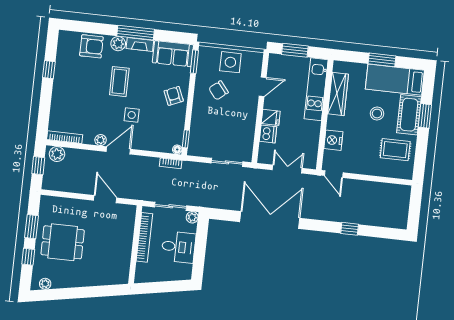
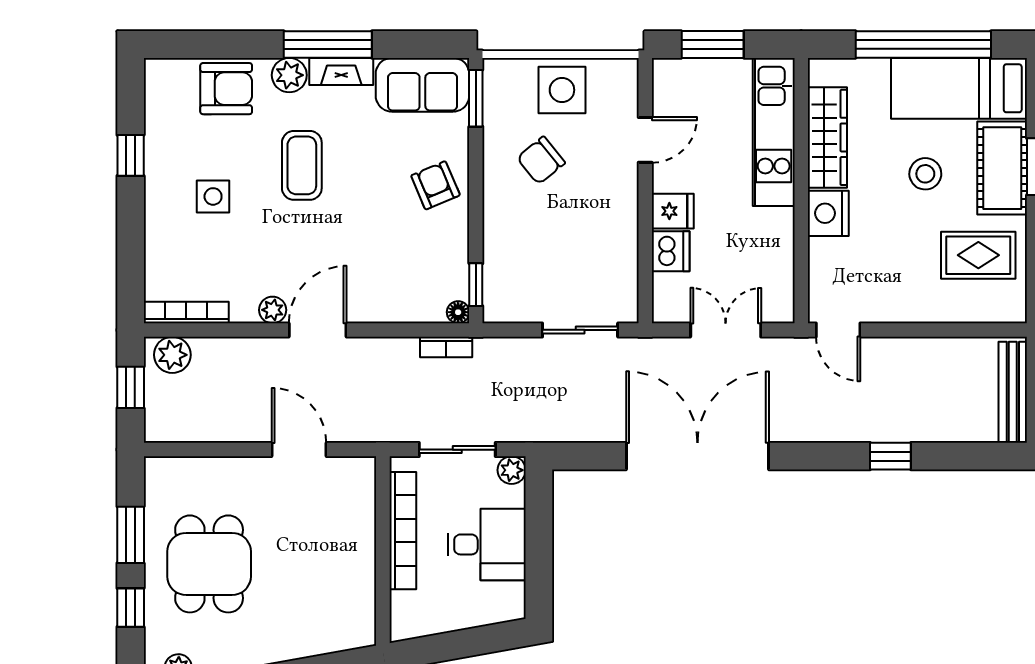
window: (382, 60) -> (923, 44), width x2.11
side table: (132, 115) -> (213, 196), moved
nightstand: (333, 140) -> (828, 213), moved
bench: (403, 208) -> (1013, 392), added
dining table: (63, 242) -> (209, 564), turned 90

